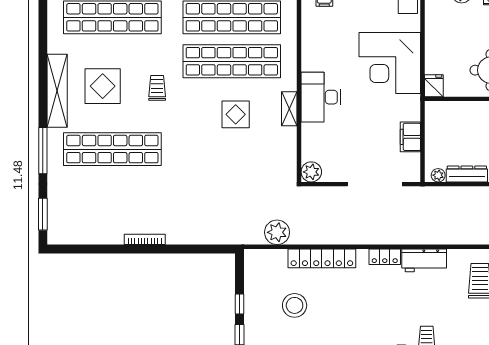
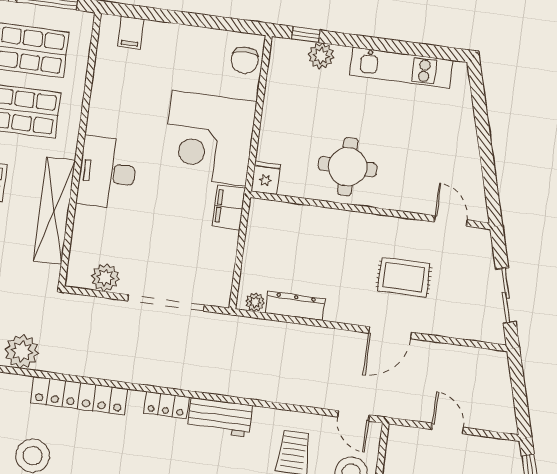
shelving: (289, 109) -> (54, 211), width x2.20, depth x1.33
filing cabinet: (410, 137) -> (229, 207), moved
plant: (311, 172) -> (105, 278), moved

